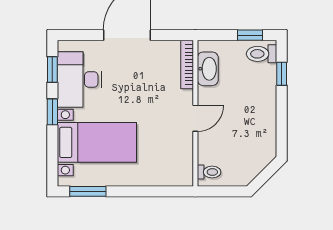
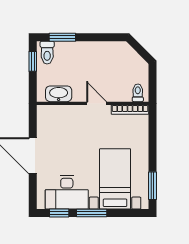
bookcase: (187, 65) -> (130, 110), moved
window: (282, 74) -> (62, 37), width x1.50
window: (52, 112) -> (92, 213), width x1.50

